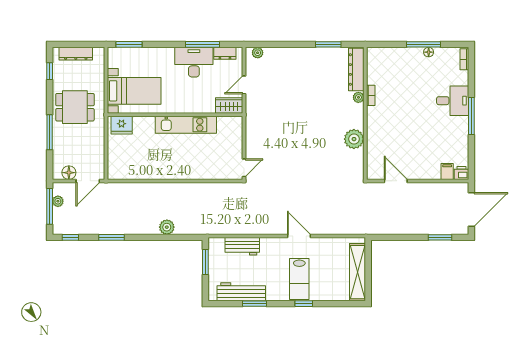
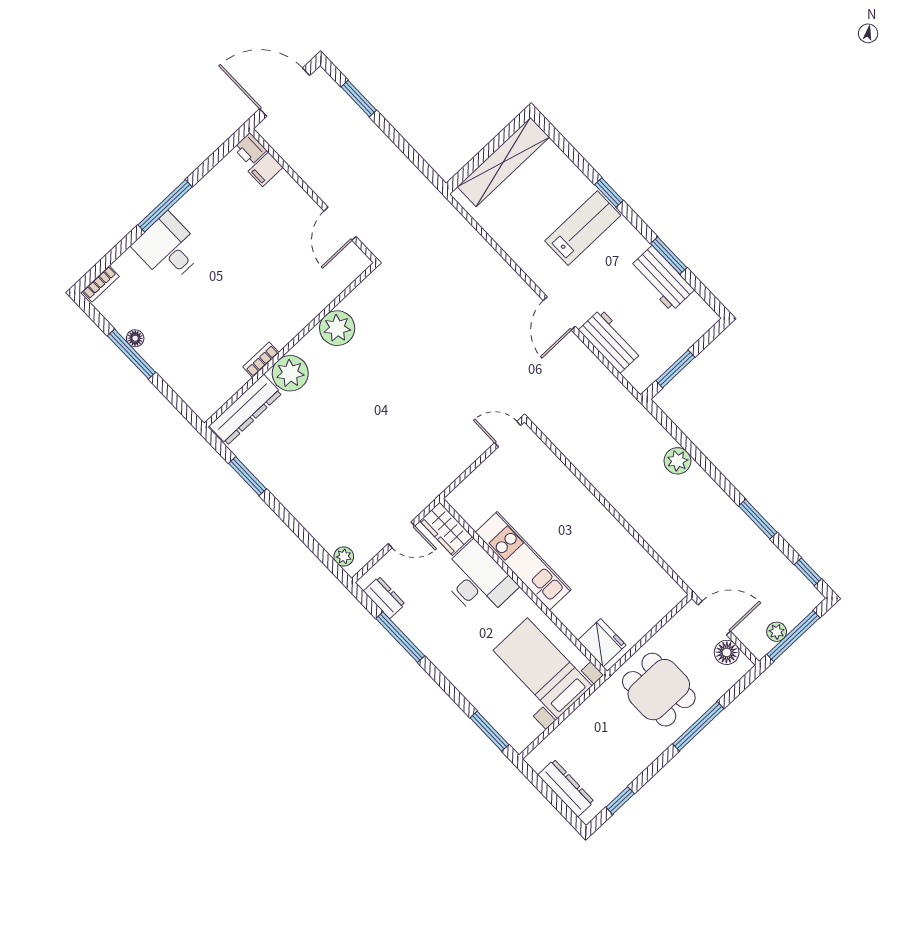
desk: (194, 62) -> (478, 580), moved, turned 180
plant: (358, 97) -> (290, 373), width x1.88, depth x1.88
dining table: (75, 107) -> (659, 690), moved
door: (299, 236) -> (559, 313), moved
workbench: (241, 292) -> (662, 279), width x0.73

